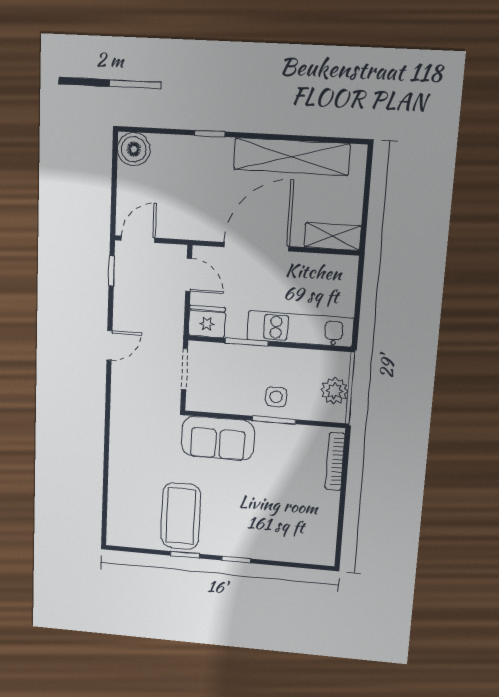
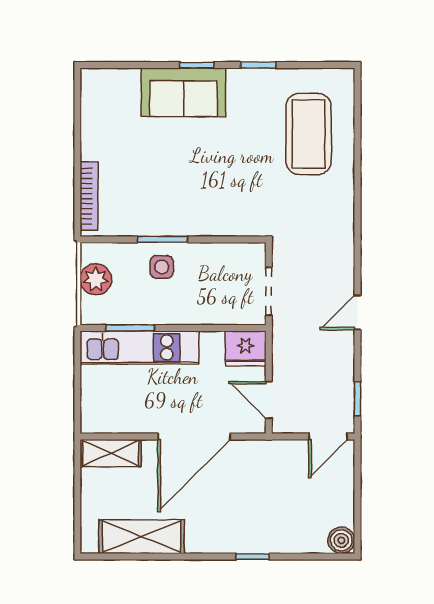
boiler: (134, 149) -> (341, 540), width x0.73, depth x0.73
shelving: (292, 157) -> (142, 537), width x0.68
window: (247, 342) -> (130, 328), moved
sofa: (218, 438) -> (183, 92), moved, turned 180
coffee table: (181, 516) -> (309, 134), moved

